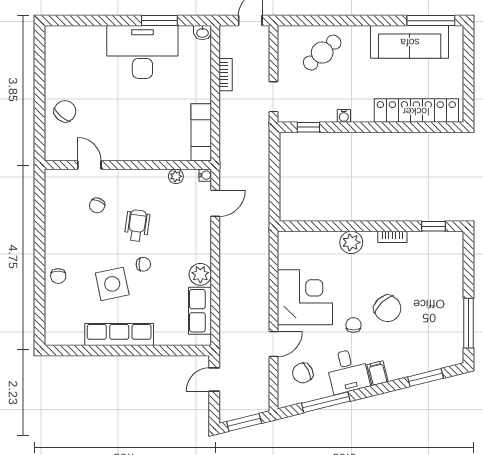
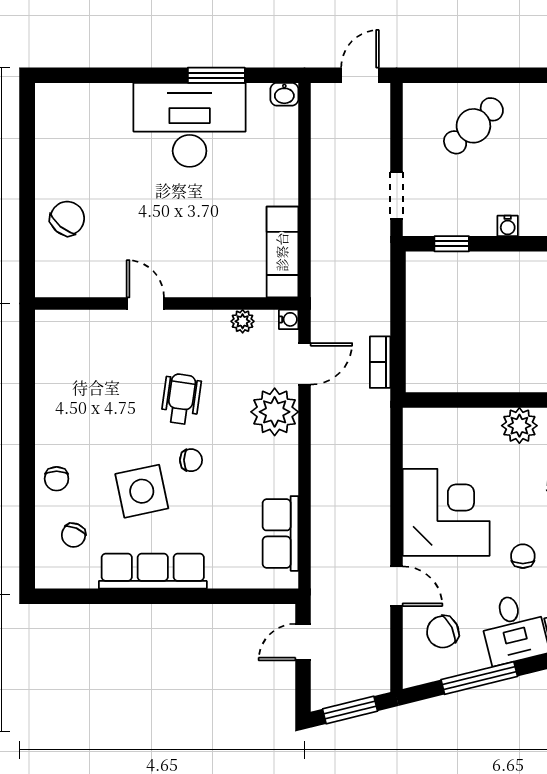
bookcase: (226, 75) -> (380, 362), moved, turned 180
door: (89, 165) -> (145, 304), moved
chair: (97, 205) -> (74, 535), moved
plant: (200, 274) -> (275, 412), moved, width x1.36, depth x1.36
door: (273, 344) -> (397, 586), hinge flipped

